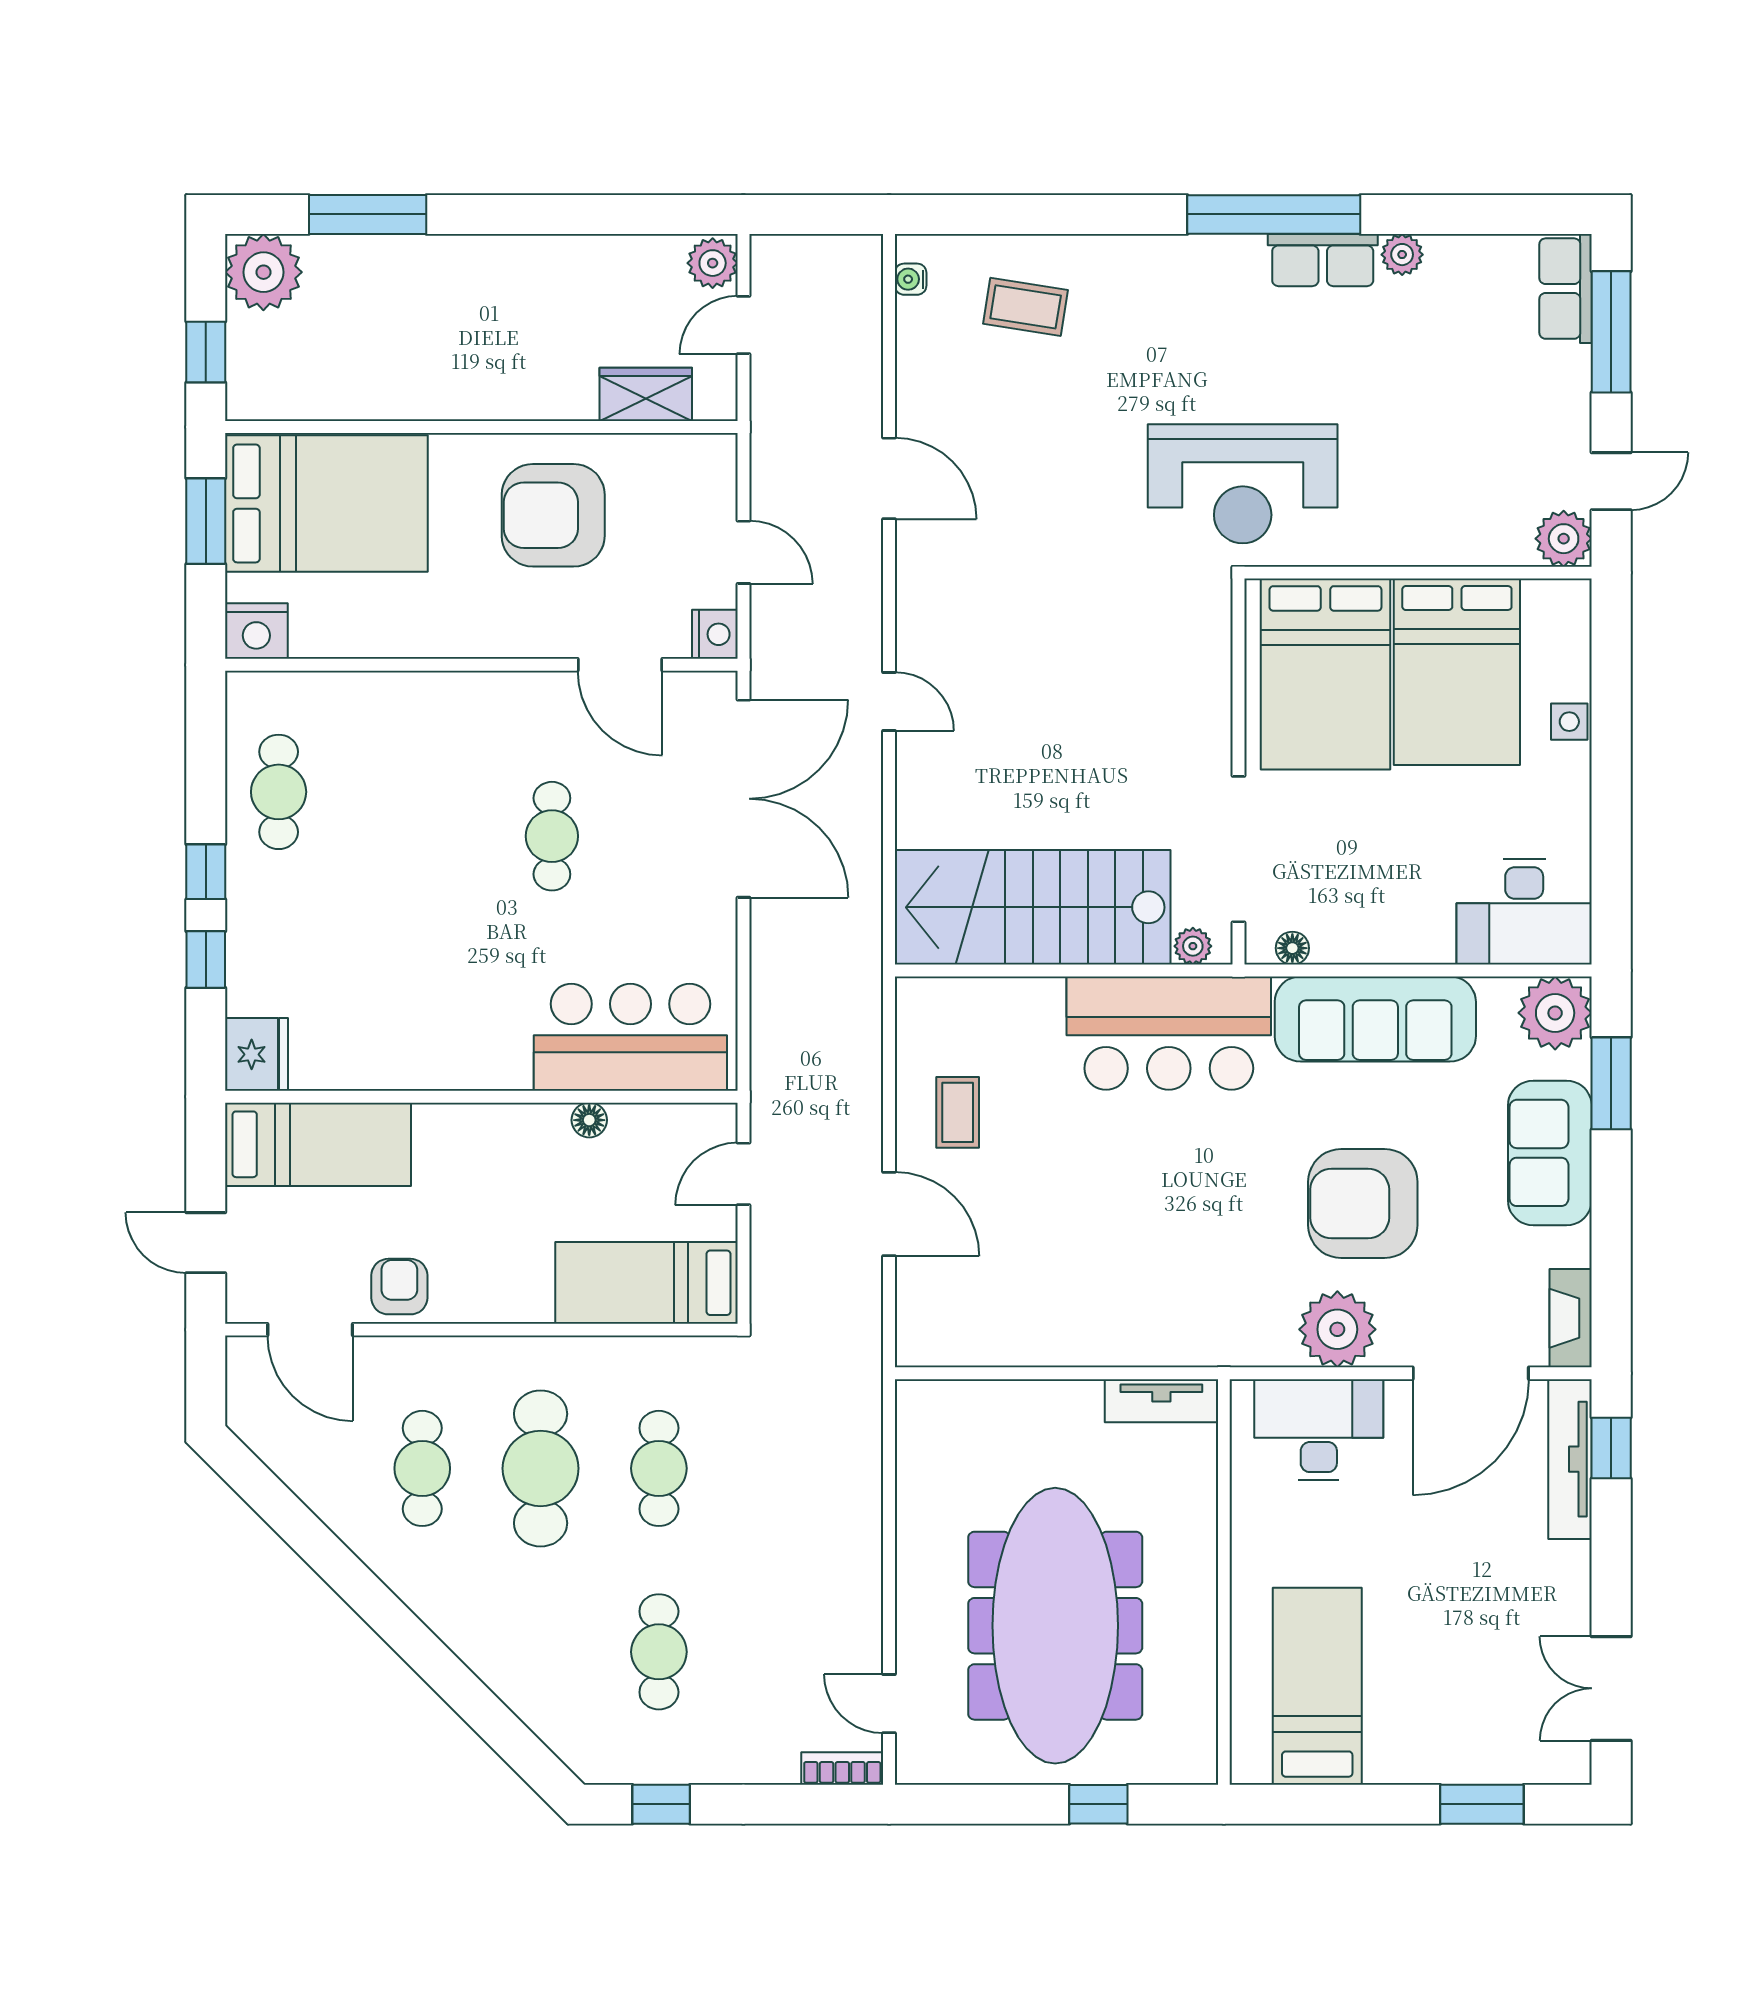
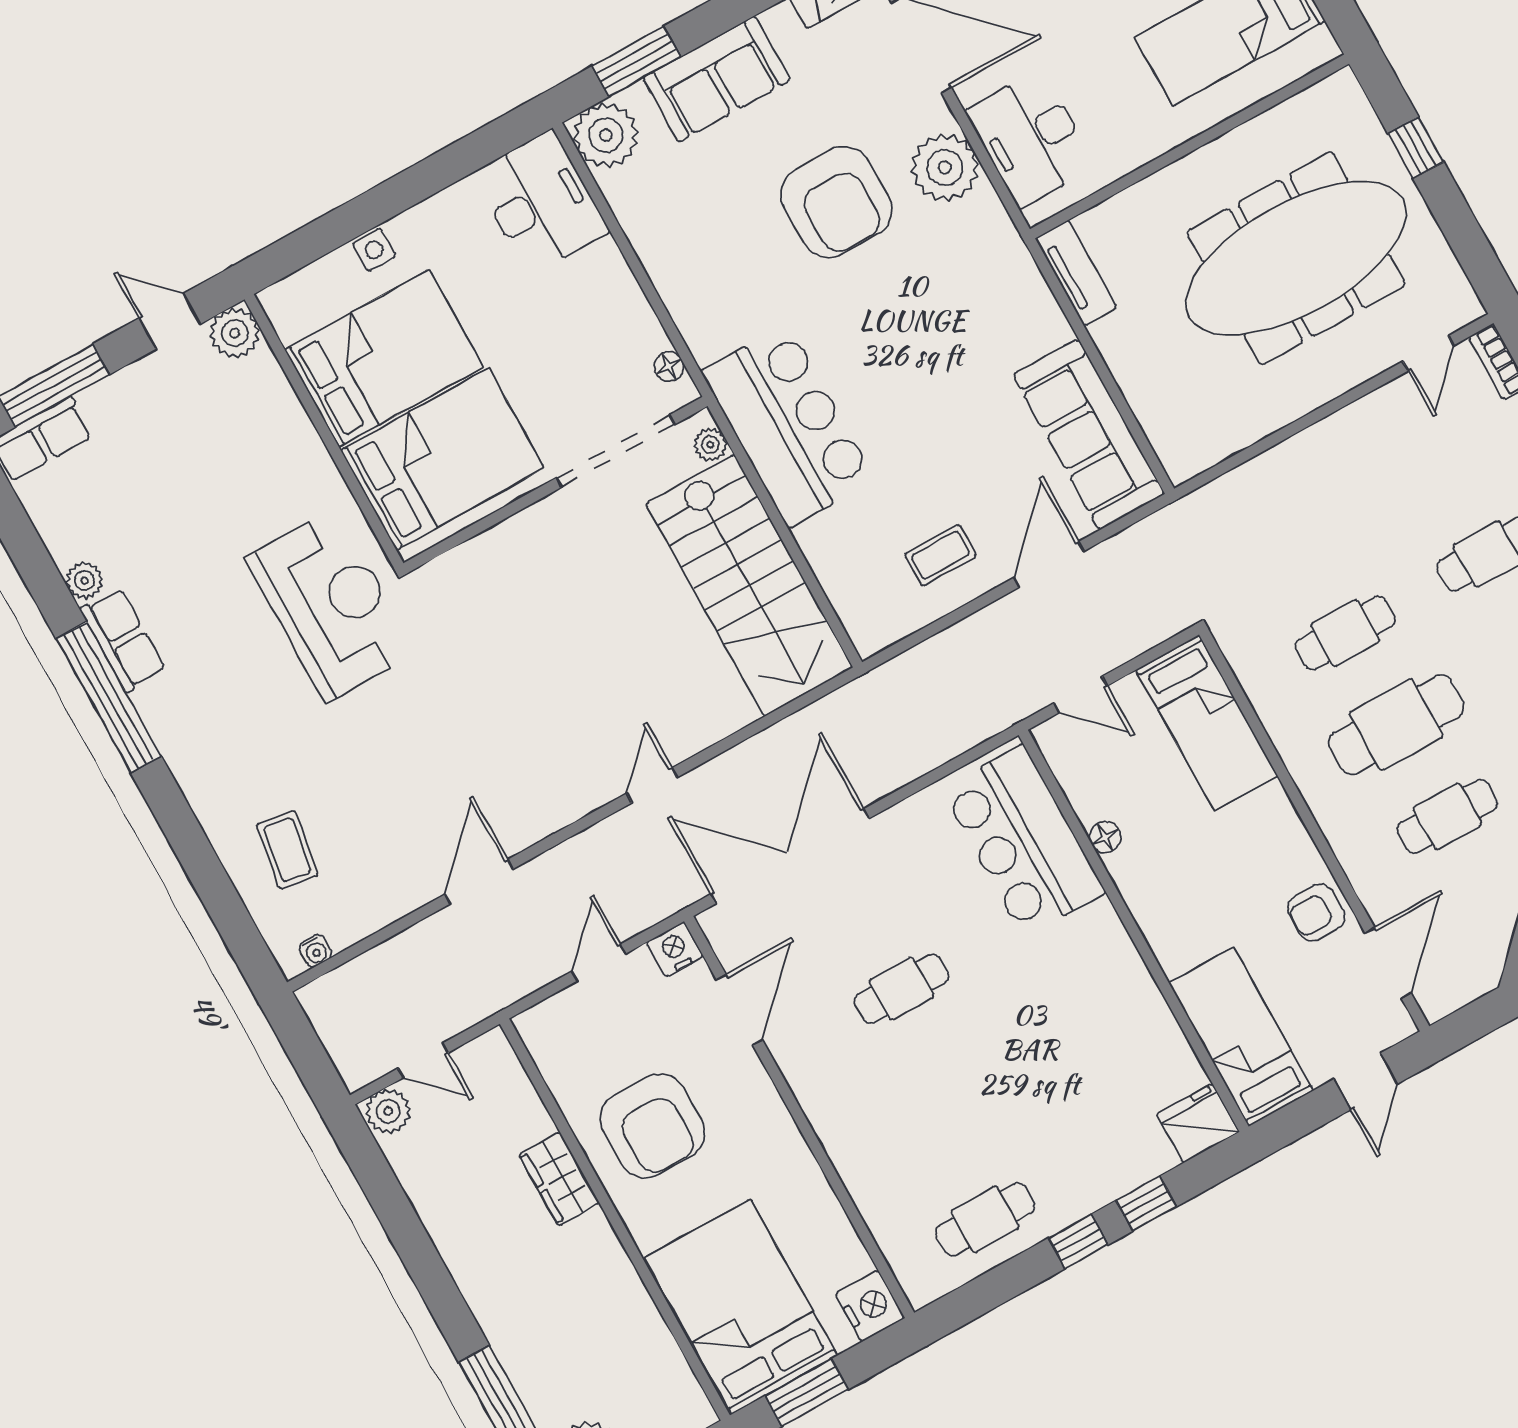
wardrobe: (646, 394) -> (559, 1179), moved
sofa: (1375, 1019) -> (1089, 434), moved, turned 180

